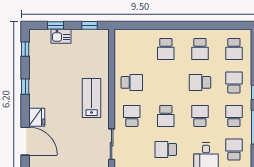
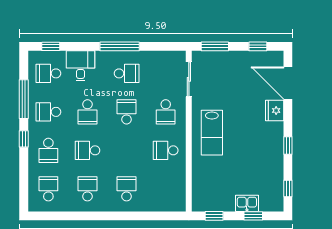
school desk: (200, 82) -> (87, 150), turned 180
school desk: (234, 116) -> (48, 112), turned 90
school desk: (234, 149) -> (48, 73), turned 90

